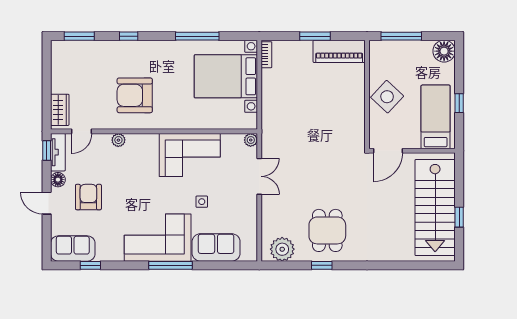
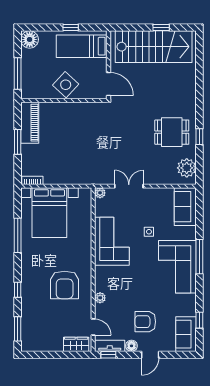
sofa: (216, 247) -> (185, 207), moved

